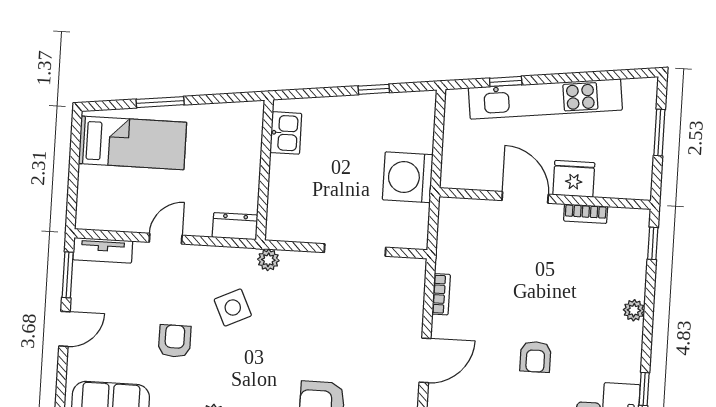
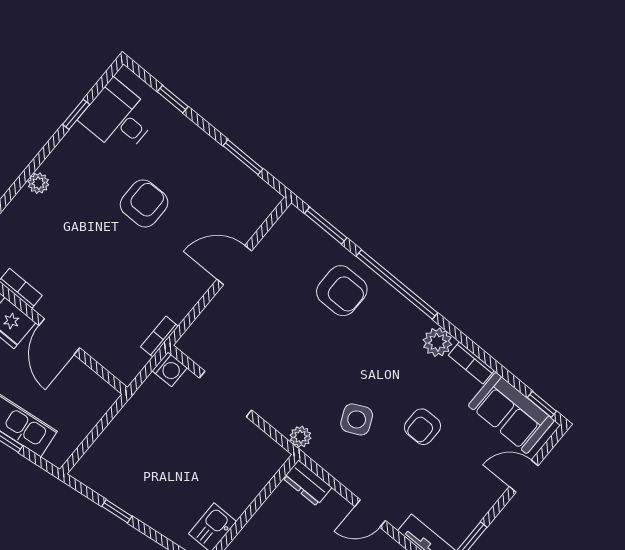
washing machine: (408, 177) -> (170, 369), moved, width x0.53, depth x0.53
bookcase: (441, 294) -> (159, 337), moved
door: (64, 329) -> (524, 476), moved
armchair: (535, 357) -> (144, 203), width x1.38, depth x1.38

